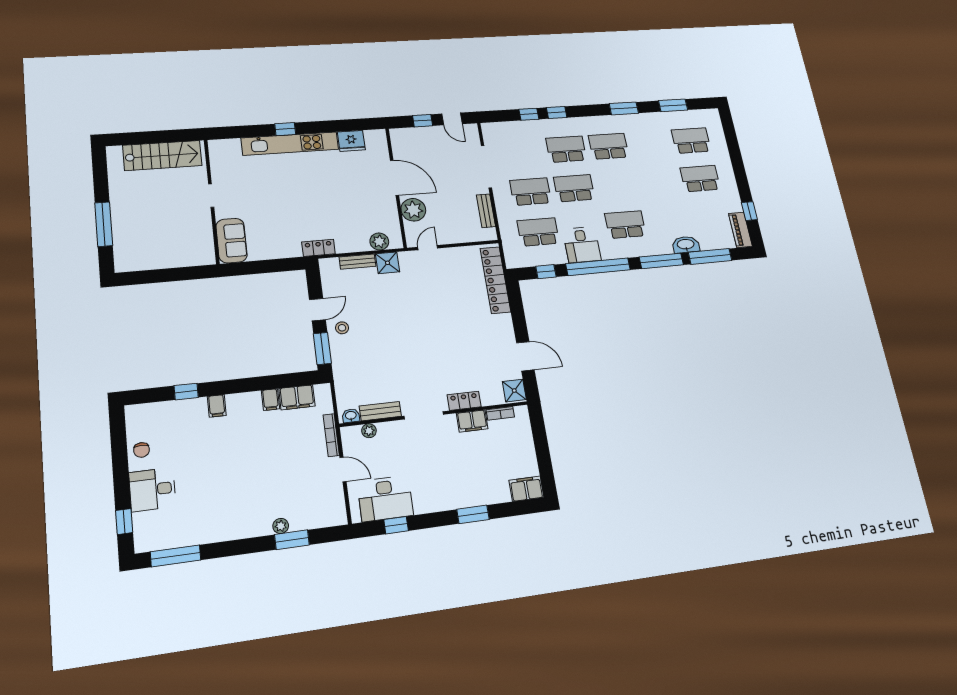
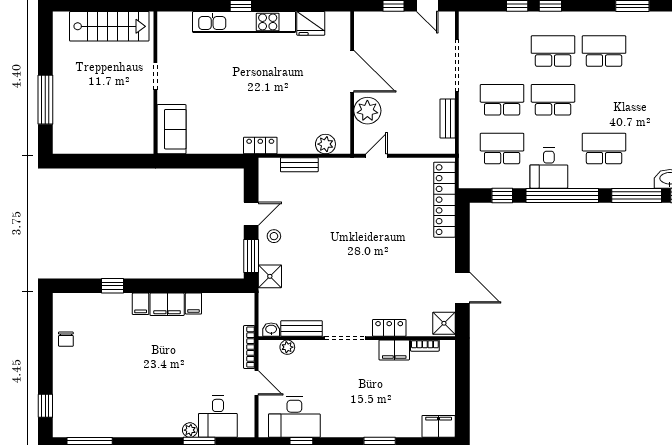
shower: (388, 263) -> (270, 276), moved
filing cabinet: (297, 397) -> (167, 304), moved
desk: (152, 490) -> (218, 417), moved, turned -90

